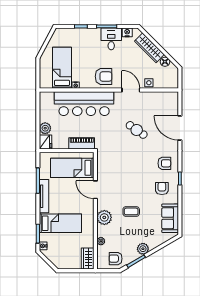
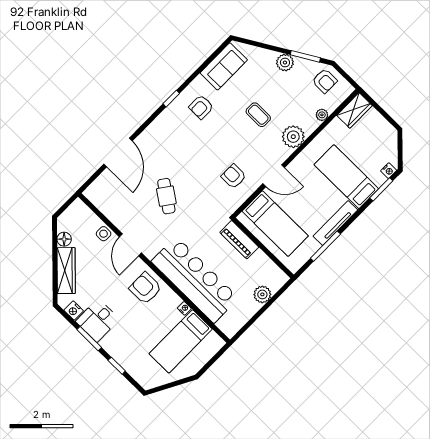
fridge: (46, 142) -> (276, 279), removed
armchair: (164, 163) -> (234, 176), moved
door: (95, 190) -> (274, 176), hinge flipped

